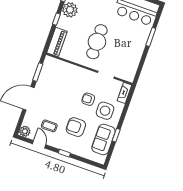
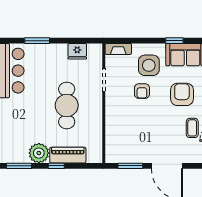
piano: (57, 42) -> (68, 155), moved
cafe table: (97, 42) -> (67, 105), turned 90
fridge: (133, 63) -> (77, 51), added
armchair: (76, 127) -> (182, 94), turned 180

